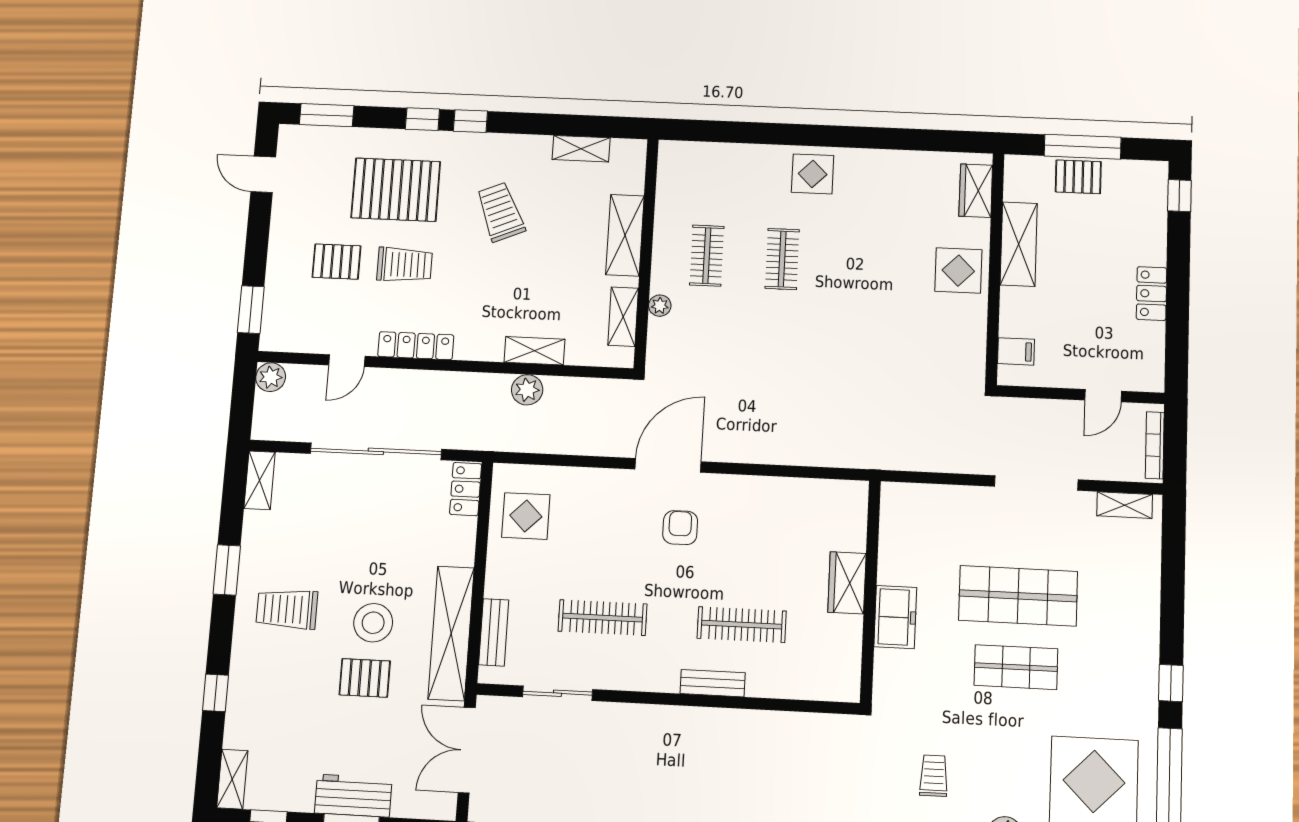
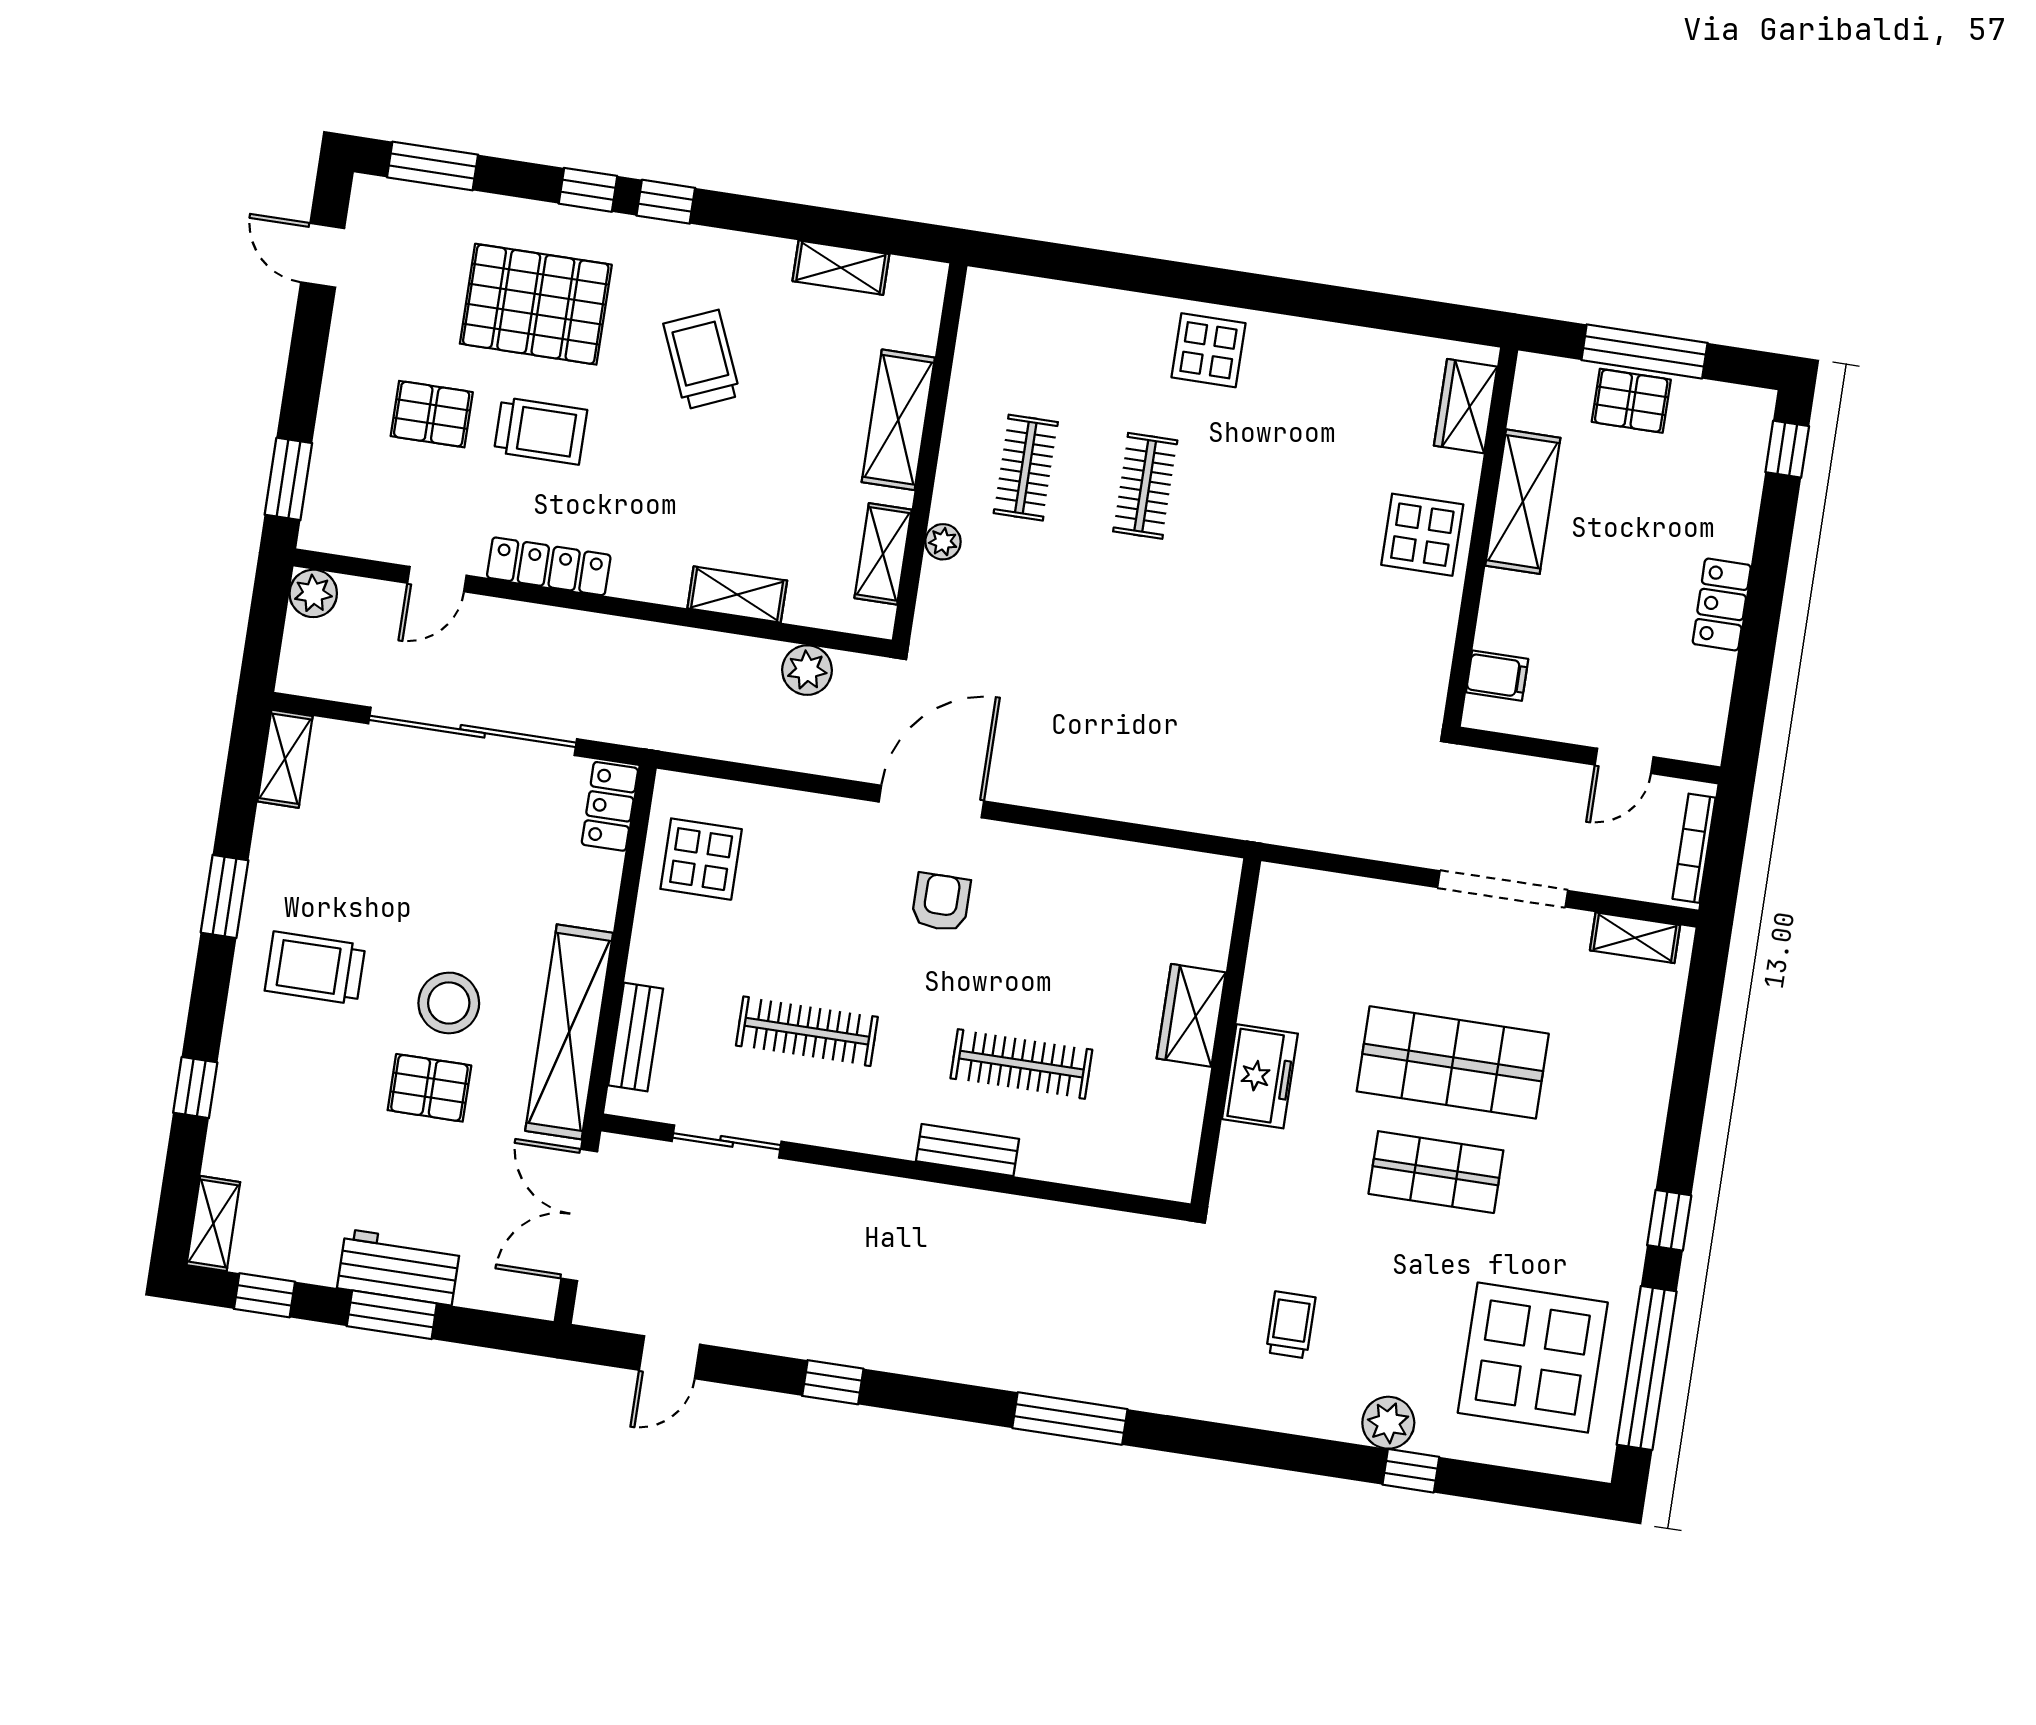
plant: (527, 390) -> (807, 670), moved

